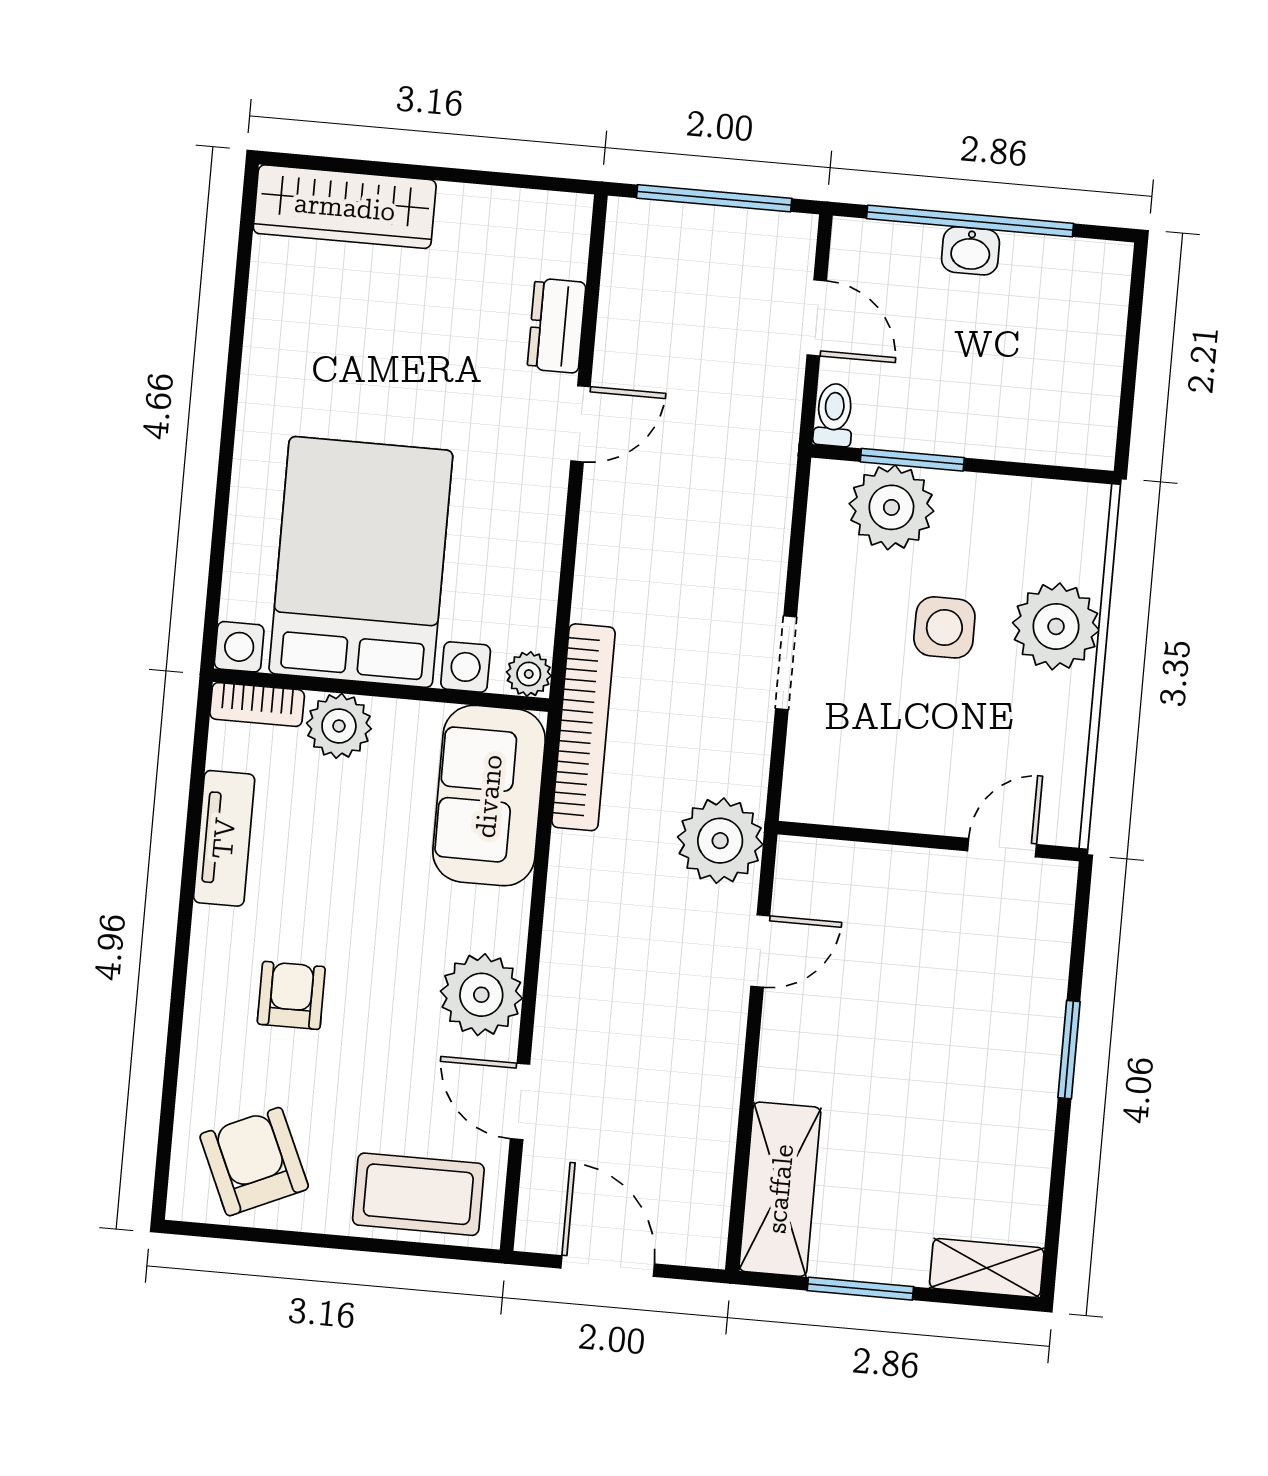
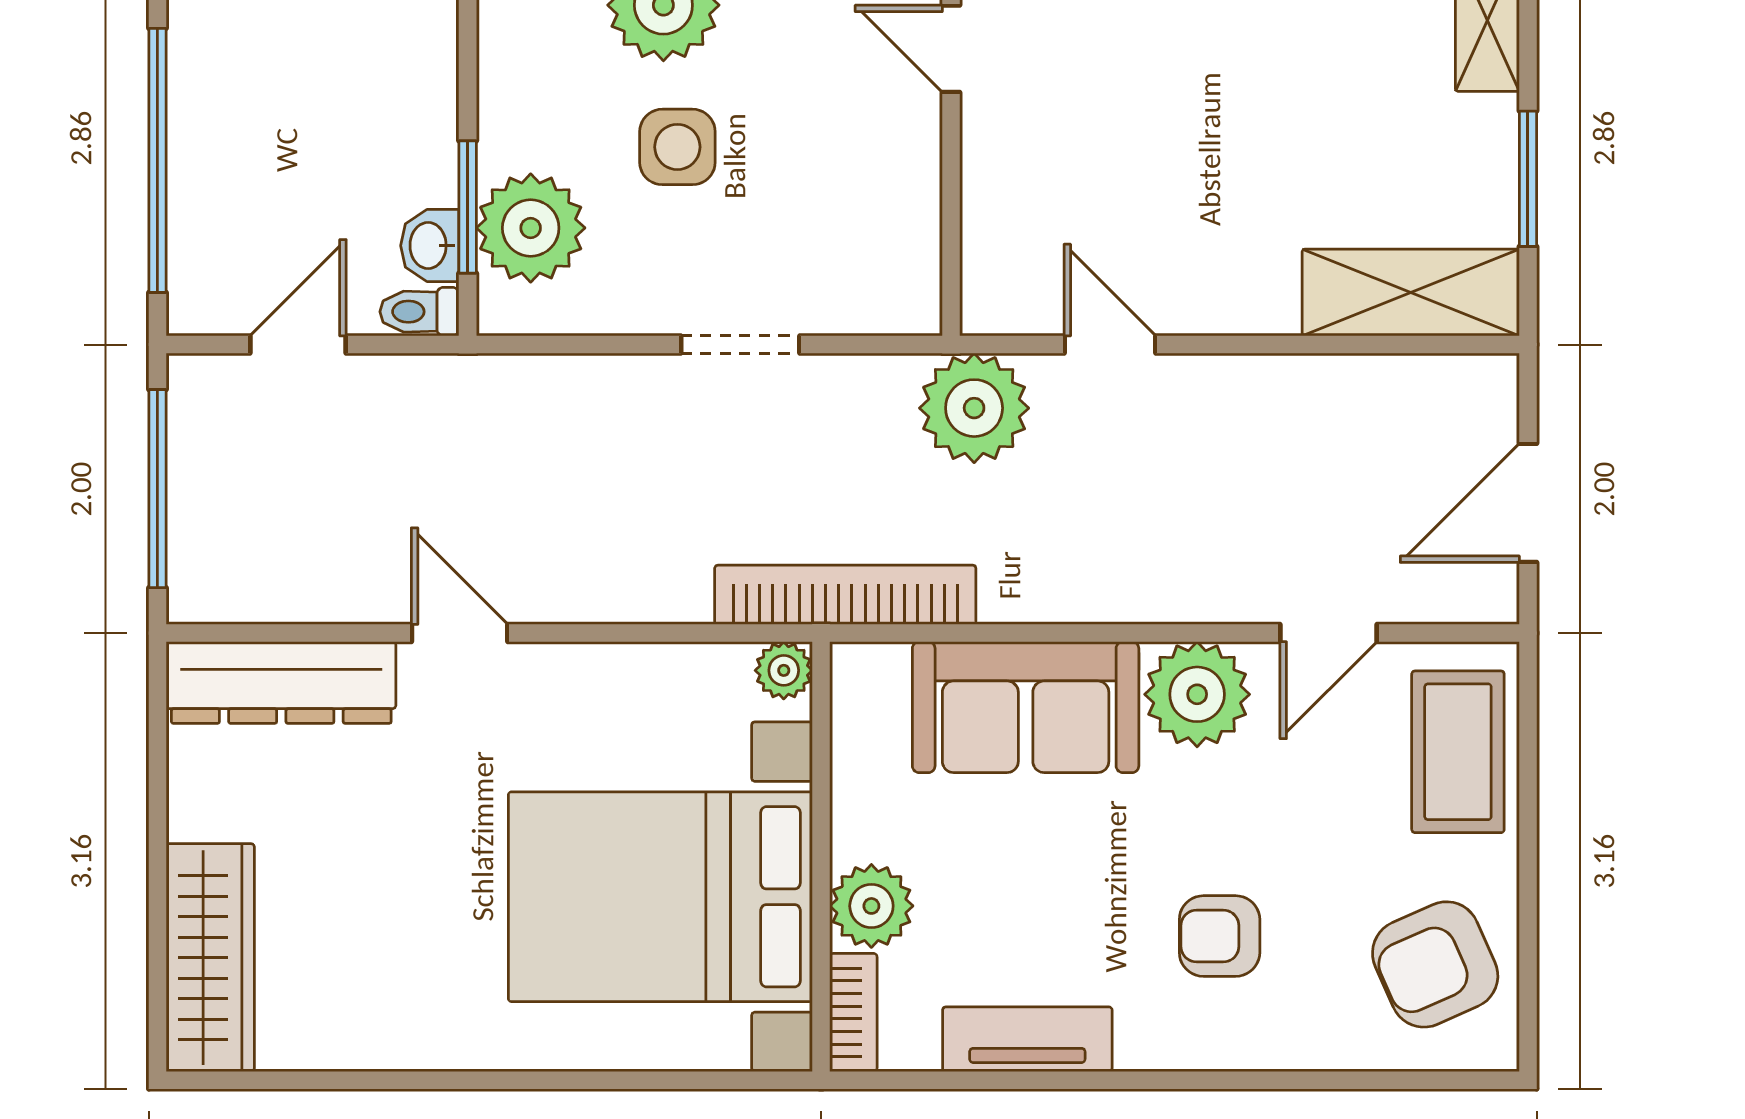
washbasin: (970, 251) -> (430, 246), moved, turned 180
dresser: (557, 326) -> (281, 683), width x1.96, depth x1.24
sofa: (489, 796) -> (1026, 707), moved

